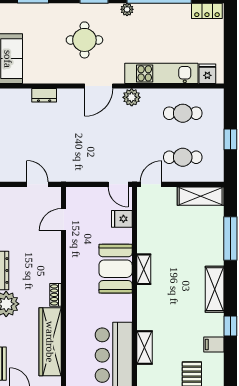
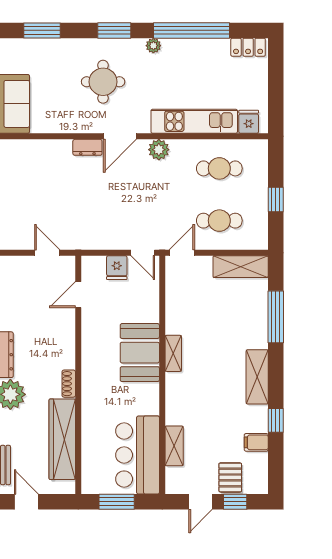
dresser: (44, 95) -> (87, 147), moved
fridge: (122, 219) -> (117, 268), moved, turned -90

